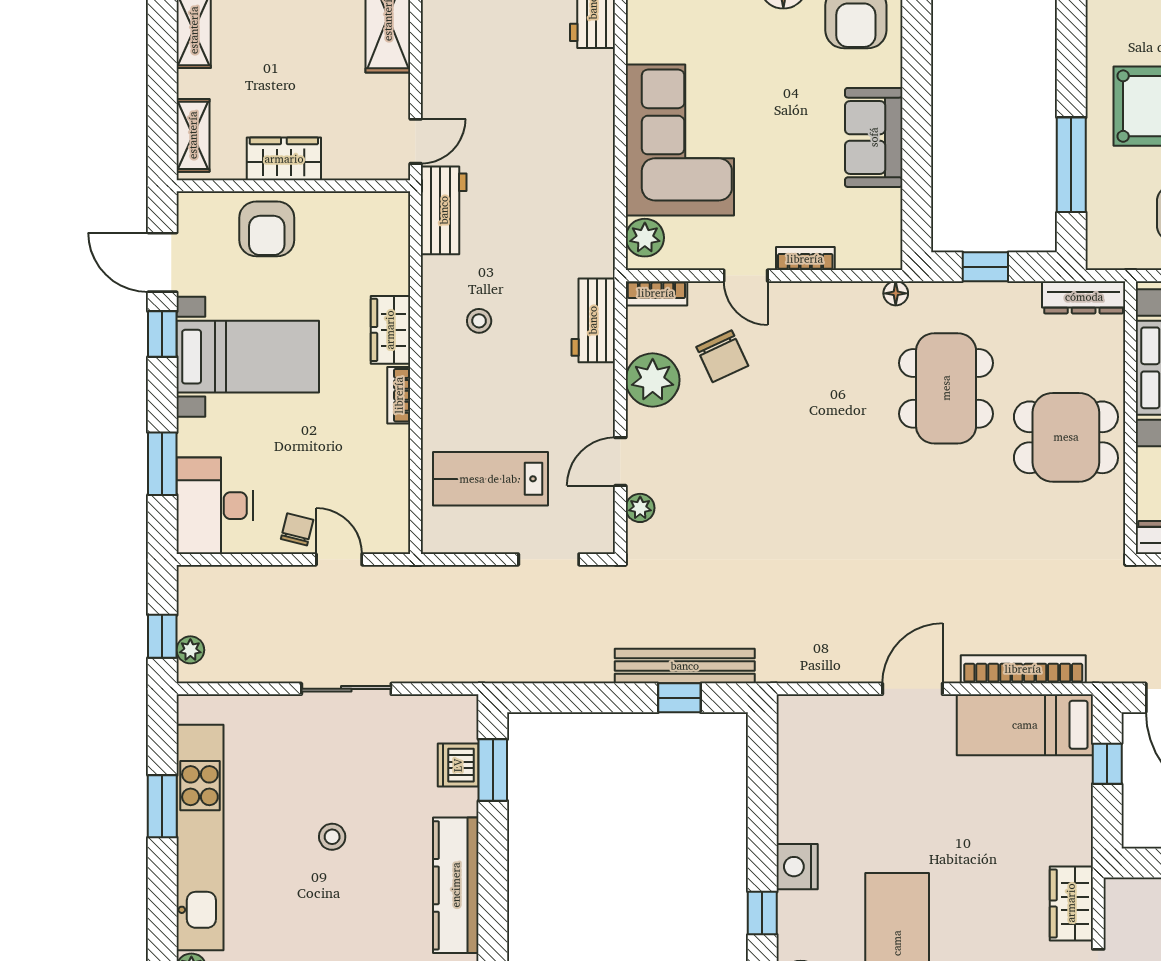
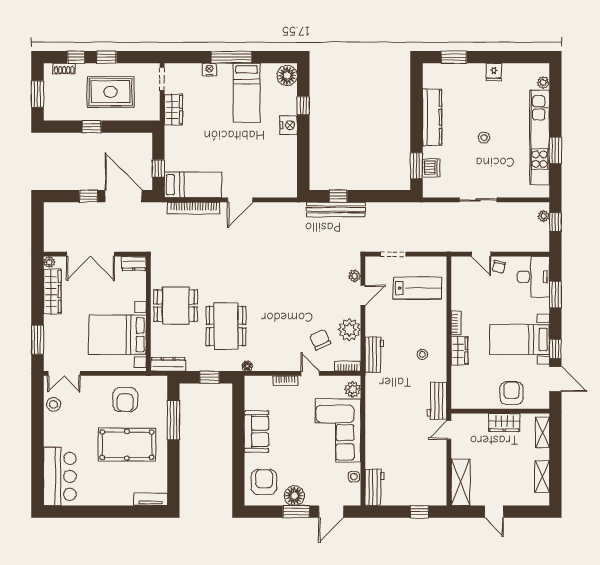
side table: (642, 30) -> (354, 477), added

